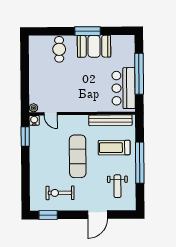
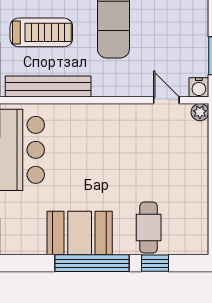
window: (56, 31) -> (155, 263), added
window: (88, 31) -> (92, 263), width x1.46

